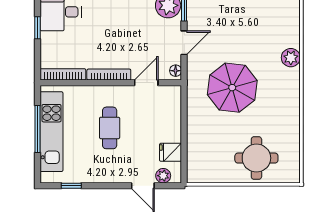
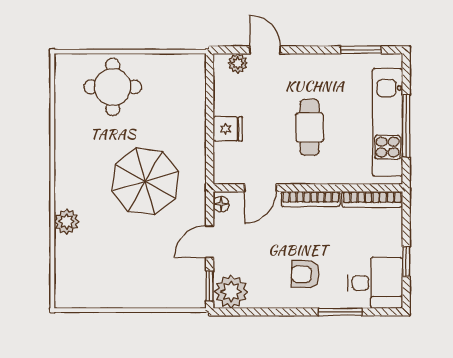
armchair: (113, 18) -> (305, 274), added
fridge: (171, 152) -> (228, 129), moved
window: (71, 186) -> (361, 50), width x1.50

